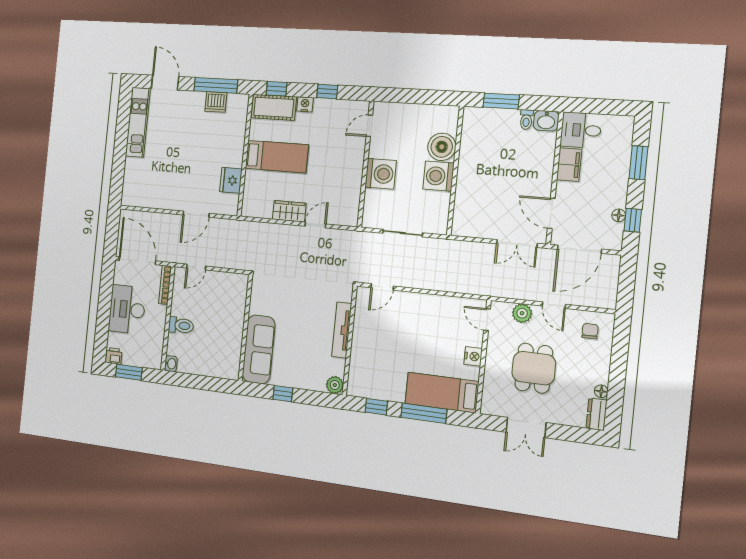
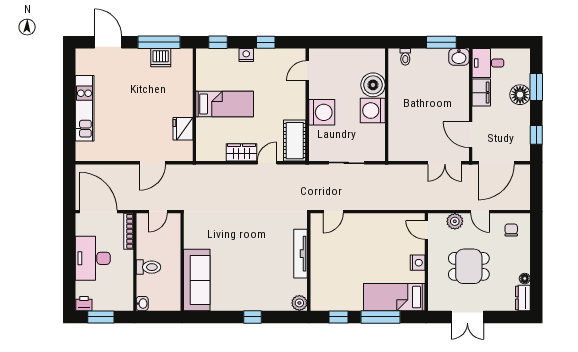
window: (501, 101) -> (441, 42), moved
cot: (274, 107) -> (295, 141), moved, turned 90
toilet: (526, 120) -> (405, 57), moved
kitchen unit: (138, 122) -> (85, 108), moved
floor lamp: (619, 215) -> (520, 95), moved, width x1.89, depth x1.89
wall: (245, 328) -> (182, 262), moved
sofa: (259, 349) -> (197, 280), moved
dining table: (534, 368) -> (469, 266), turned 90

